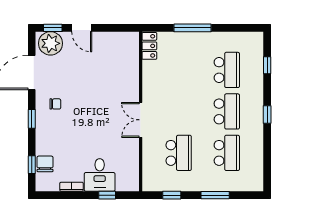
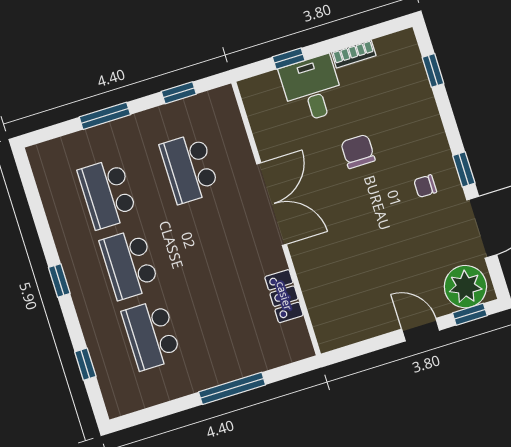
locker: (149, 46) -> (284, 296), moved
window: (32, 119) -> (464, 169), moved
double door: (141, 120) -> (272, 204), width x1.37
chair: (45, 164) -> (358, 151), moved, turned 180

